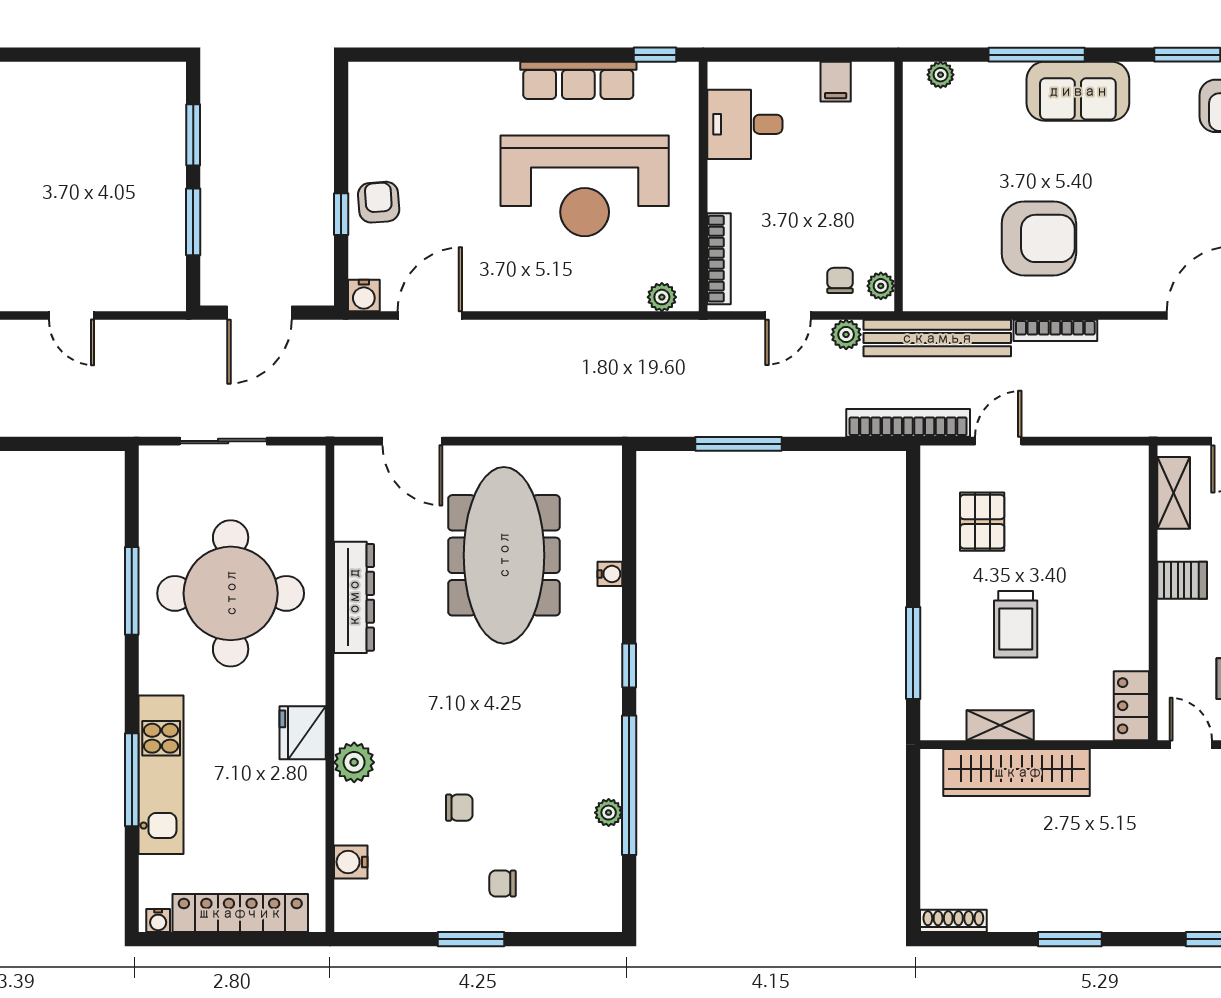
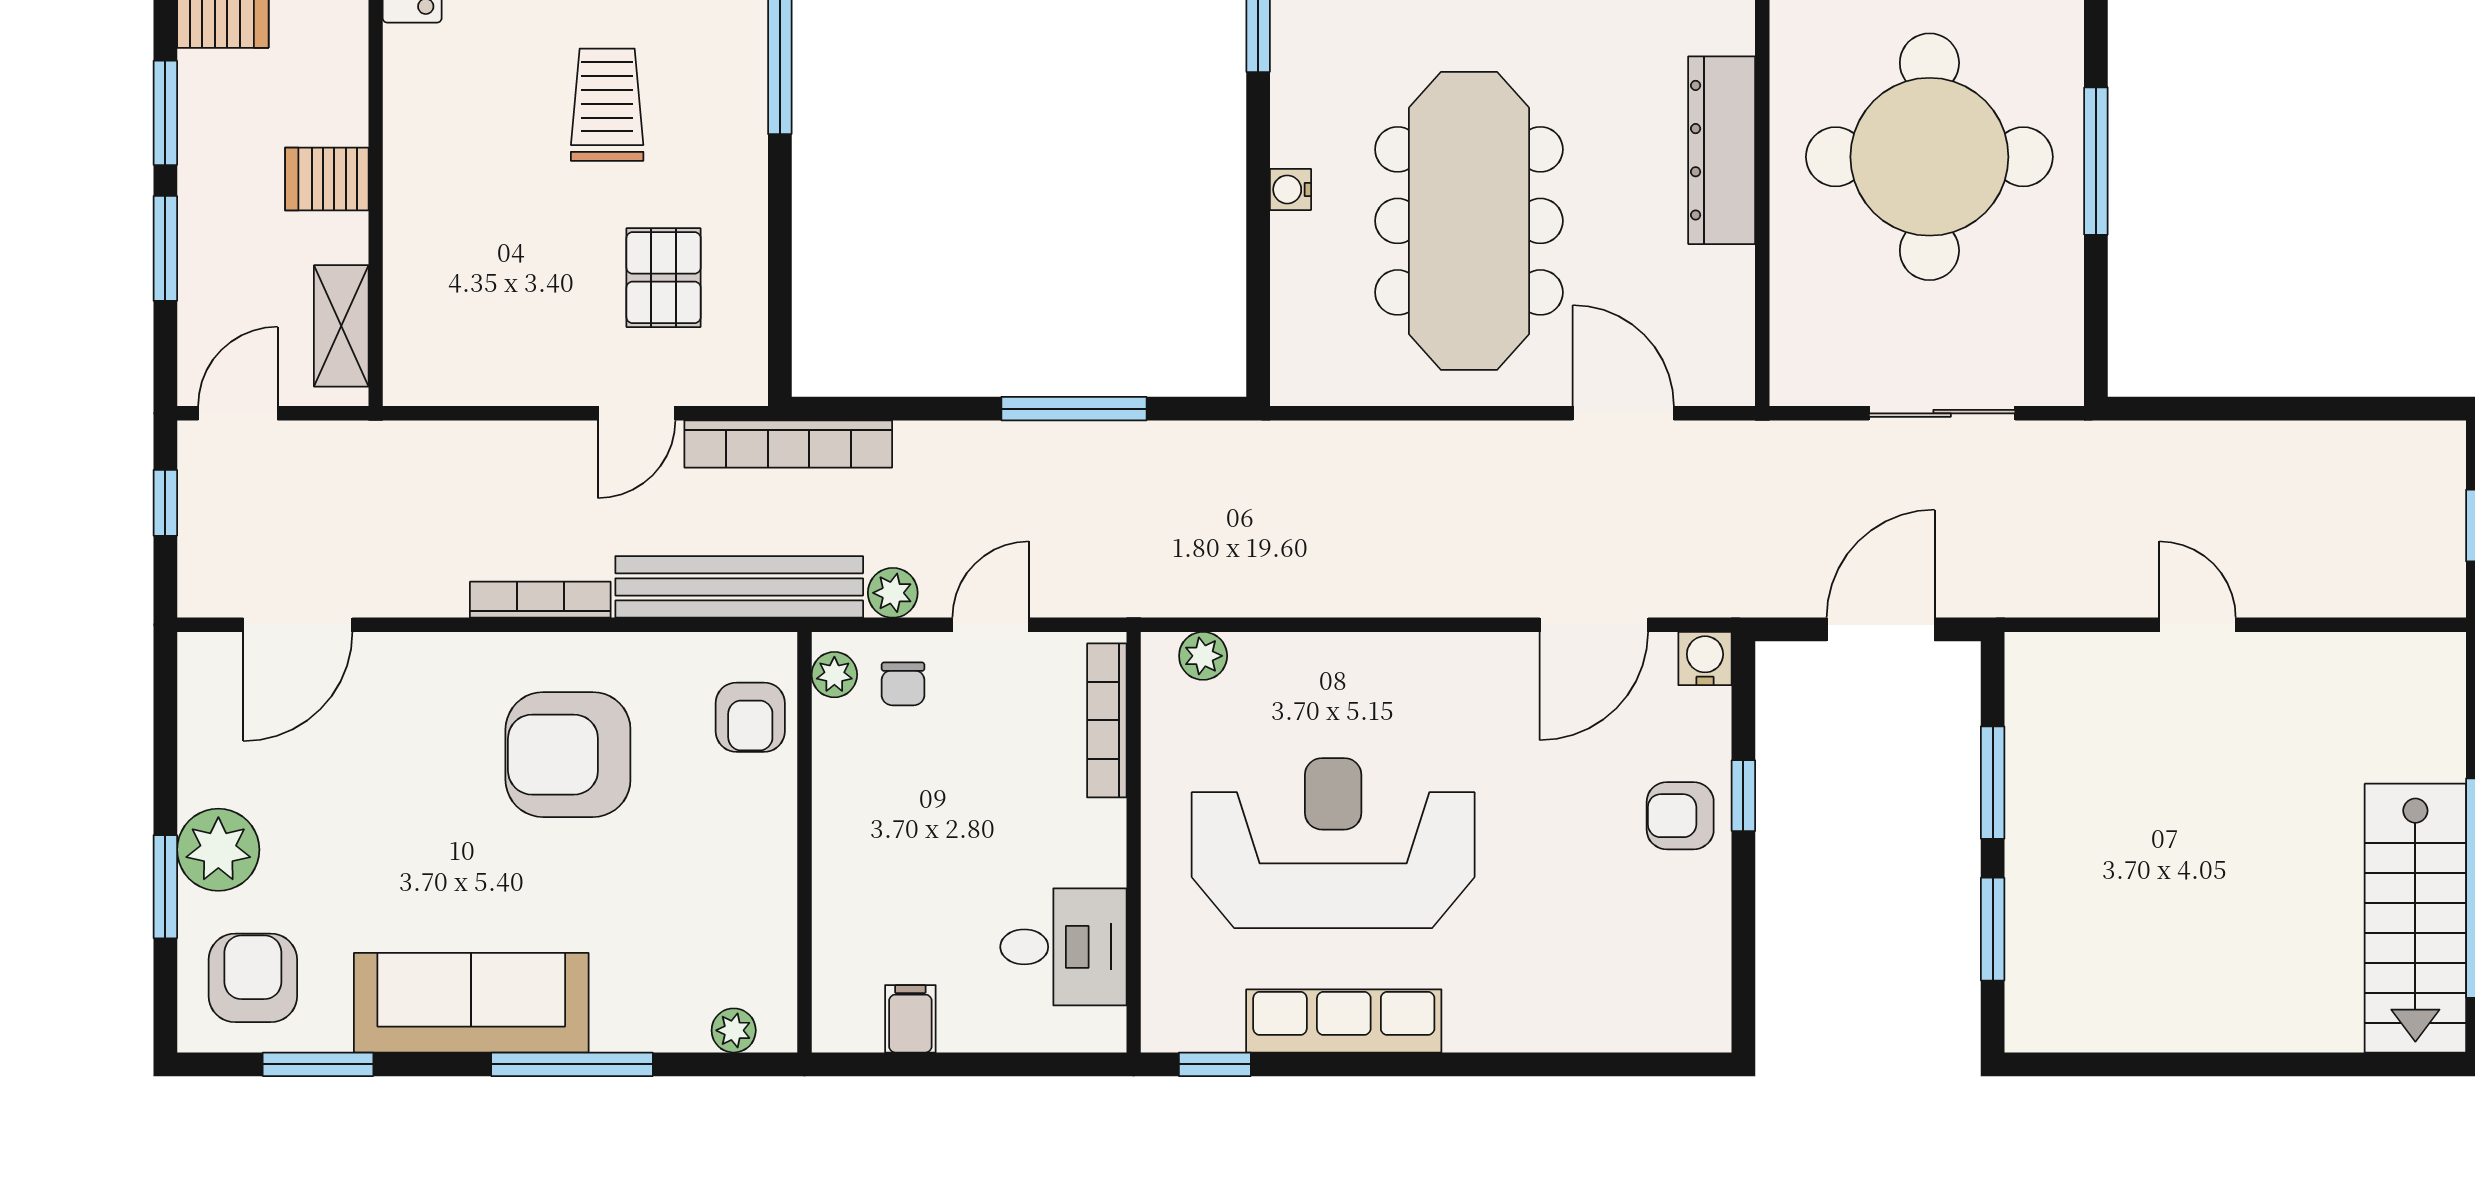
sofa: (1078, 91) -> (471, 1003), width x1.36
armchair: (379, 202) -> (1680, 816), turned 94
armchair: (931, 261) -> (750, 717), added

